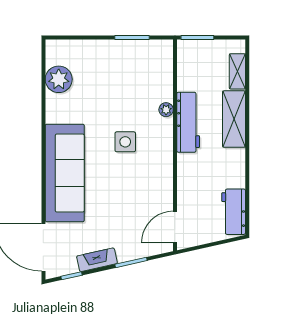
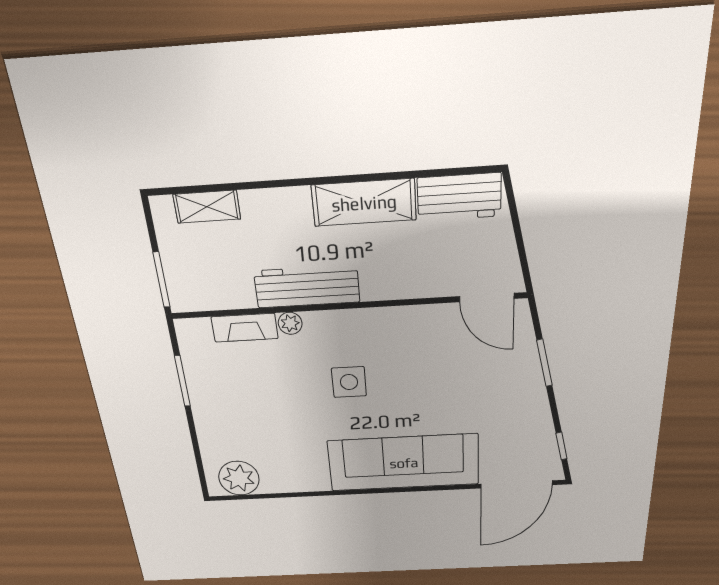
plant: (59, 79) -> (239, 478), moved
shelving: (234, 119) -> (364, 203), moved
fireplace: (97, 260) -> (245, 328), moved, turned -77

